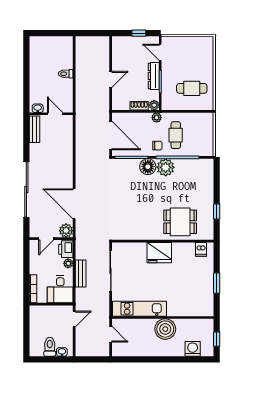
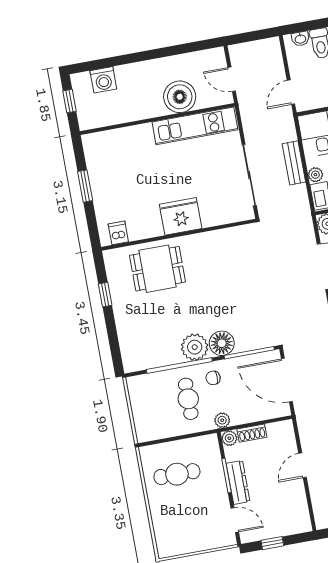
boiler: (165, 329) -> (180, 97), moved

